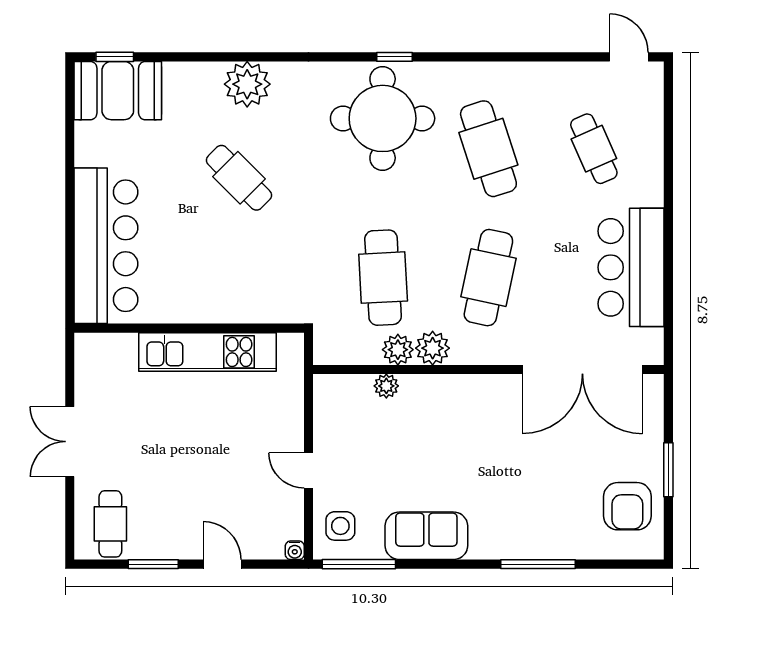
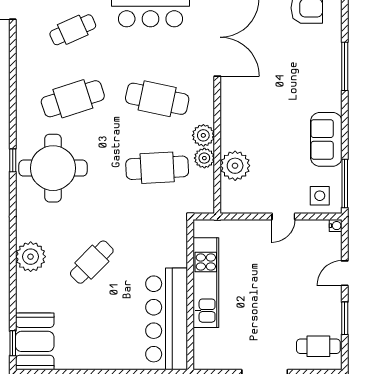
bar counter: (106, 246) -> (167, 319), moved, turned -90
plant: (386, 386) -> (235, 166), width x1.87, depth x1.87

